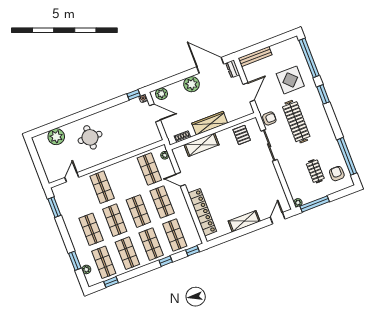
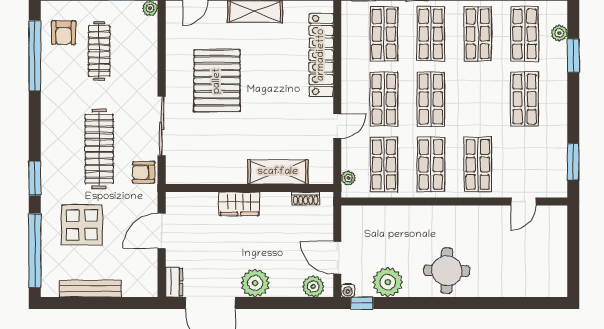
bench: (255, 57) -> (90, 289), moved
wardrobe: (210, 123) -> (239, 204), width x0.67
pallet: (242, 135) -> (217, 81), moved, width x2.05, depth x2.00
plant: (56, 137) -> (388, 282), moved
round table: (90, 137) -> (447, 271), moved
clothes rail: (315, 171) -> (99, 51), width x1.36
door: (180, 179) -> (337, 126), hinge flipped
shop shelf: (115, 220) -> (431, 165), moved

